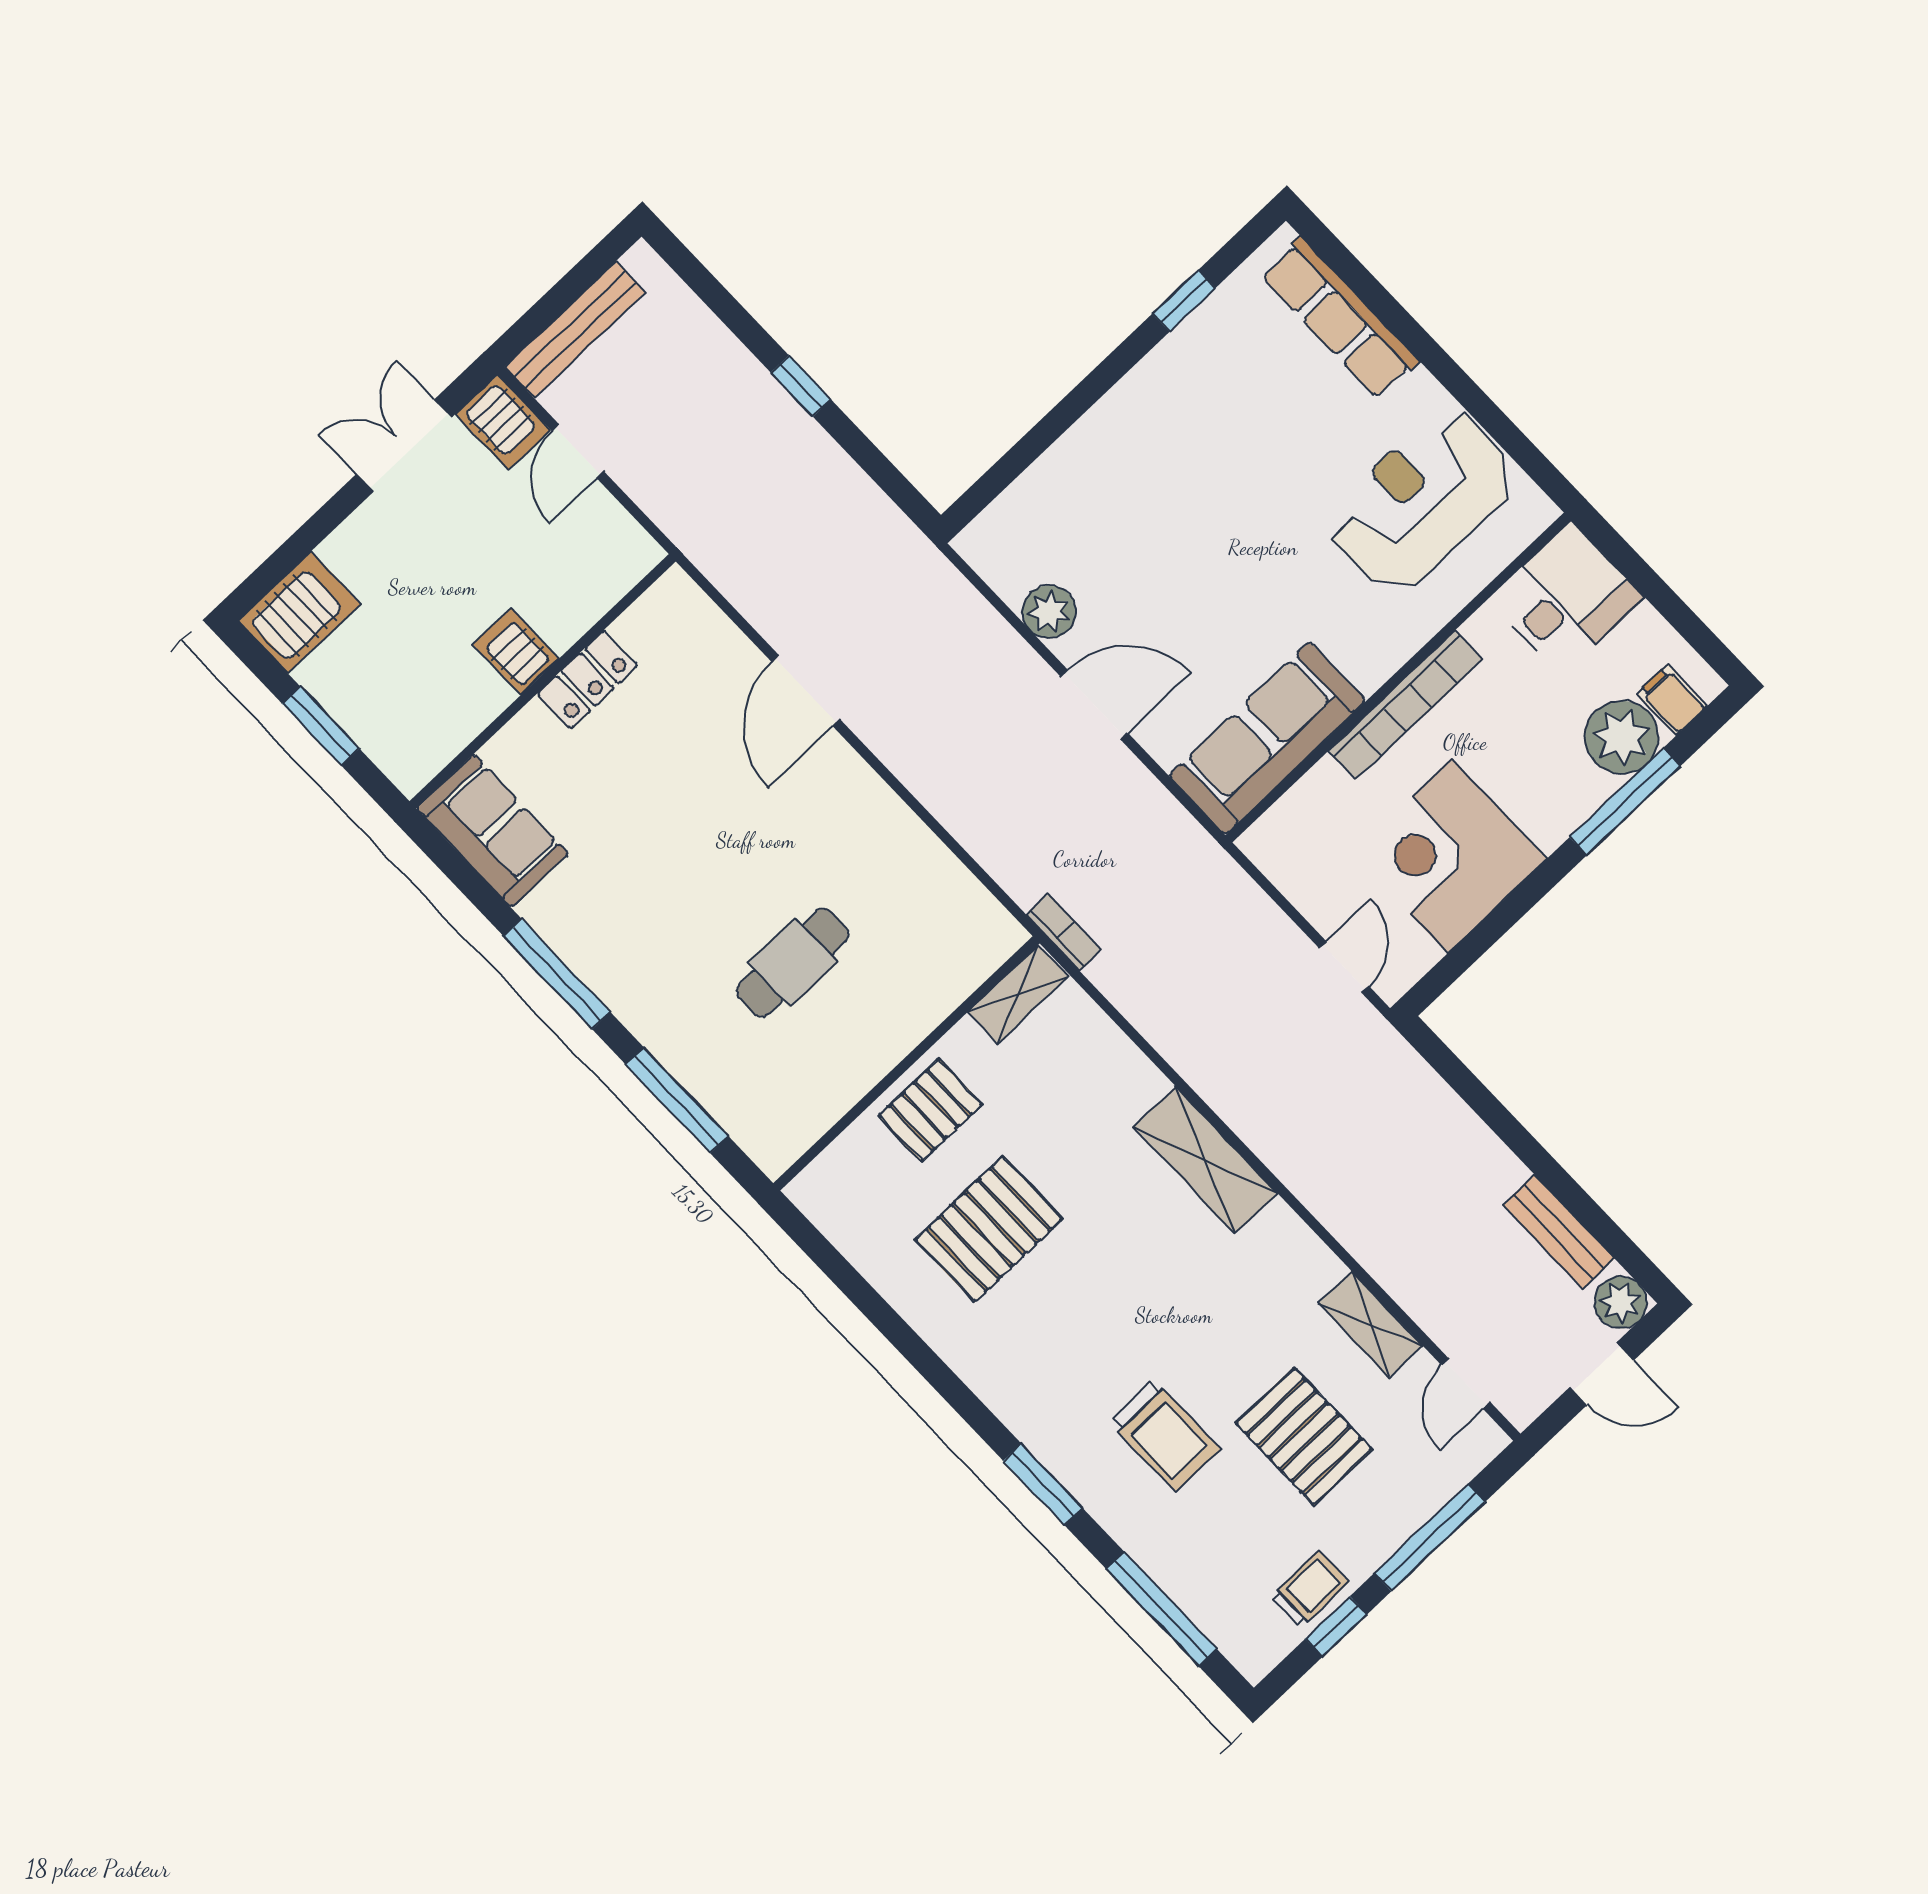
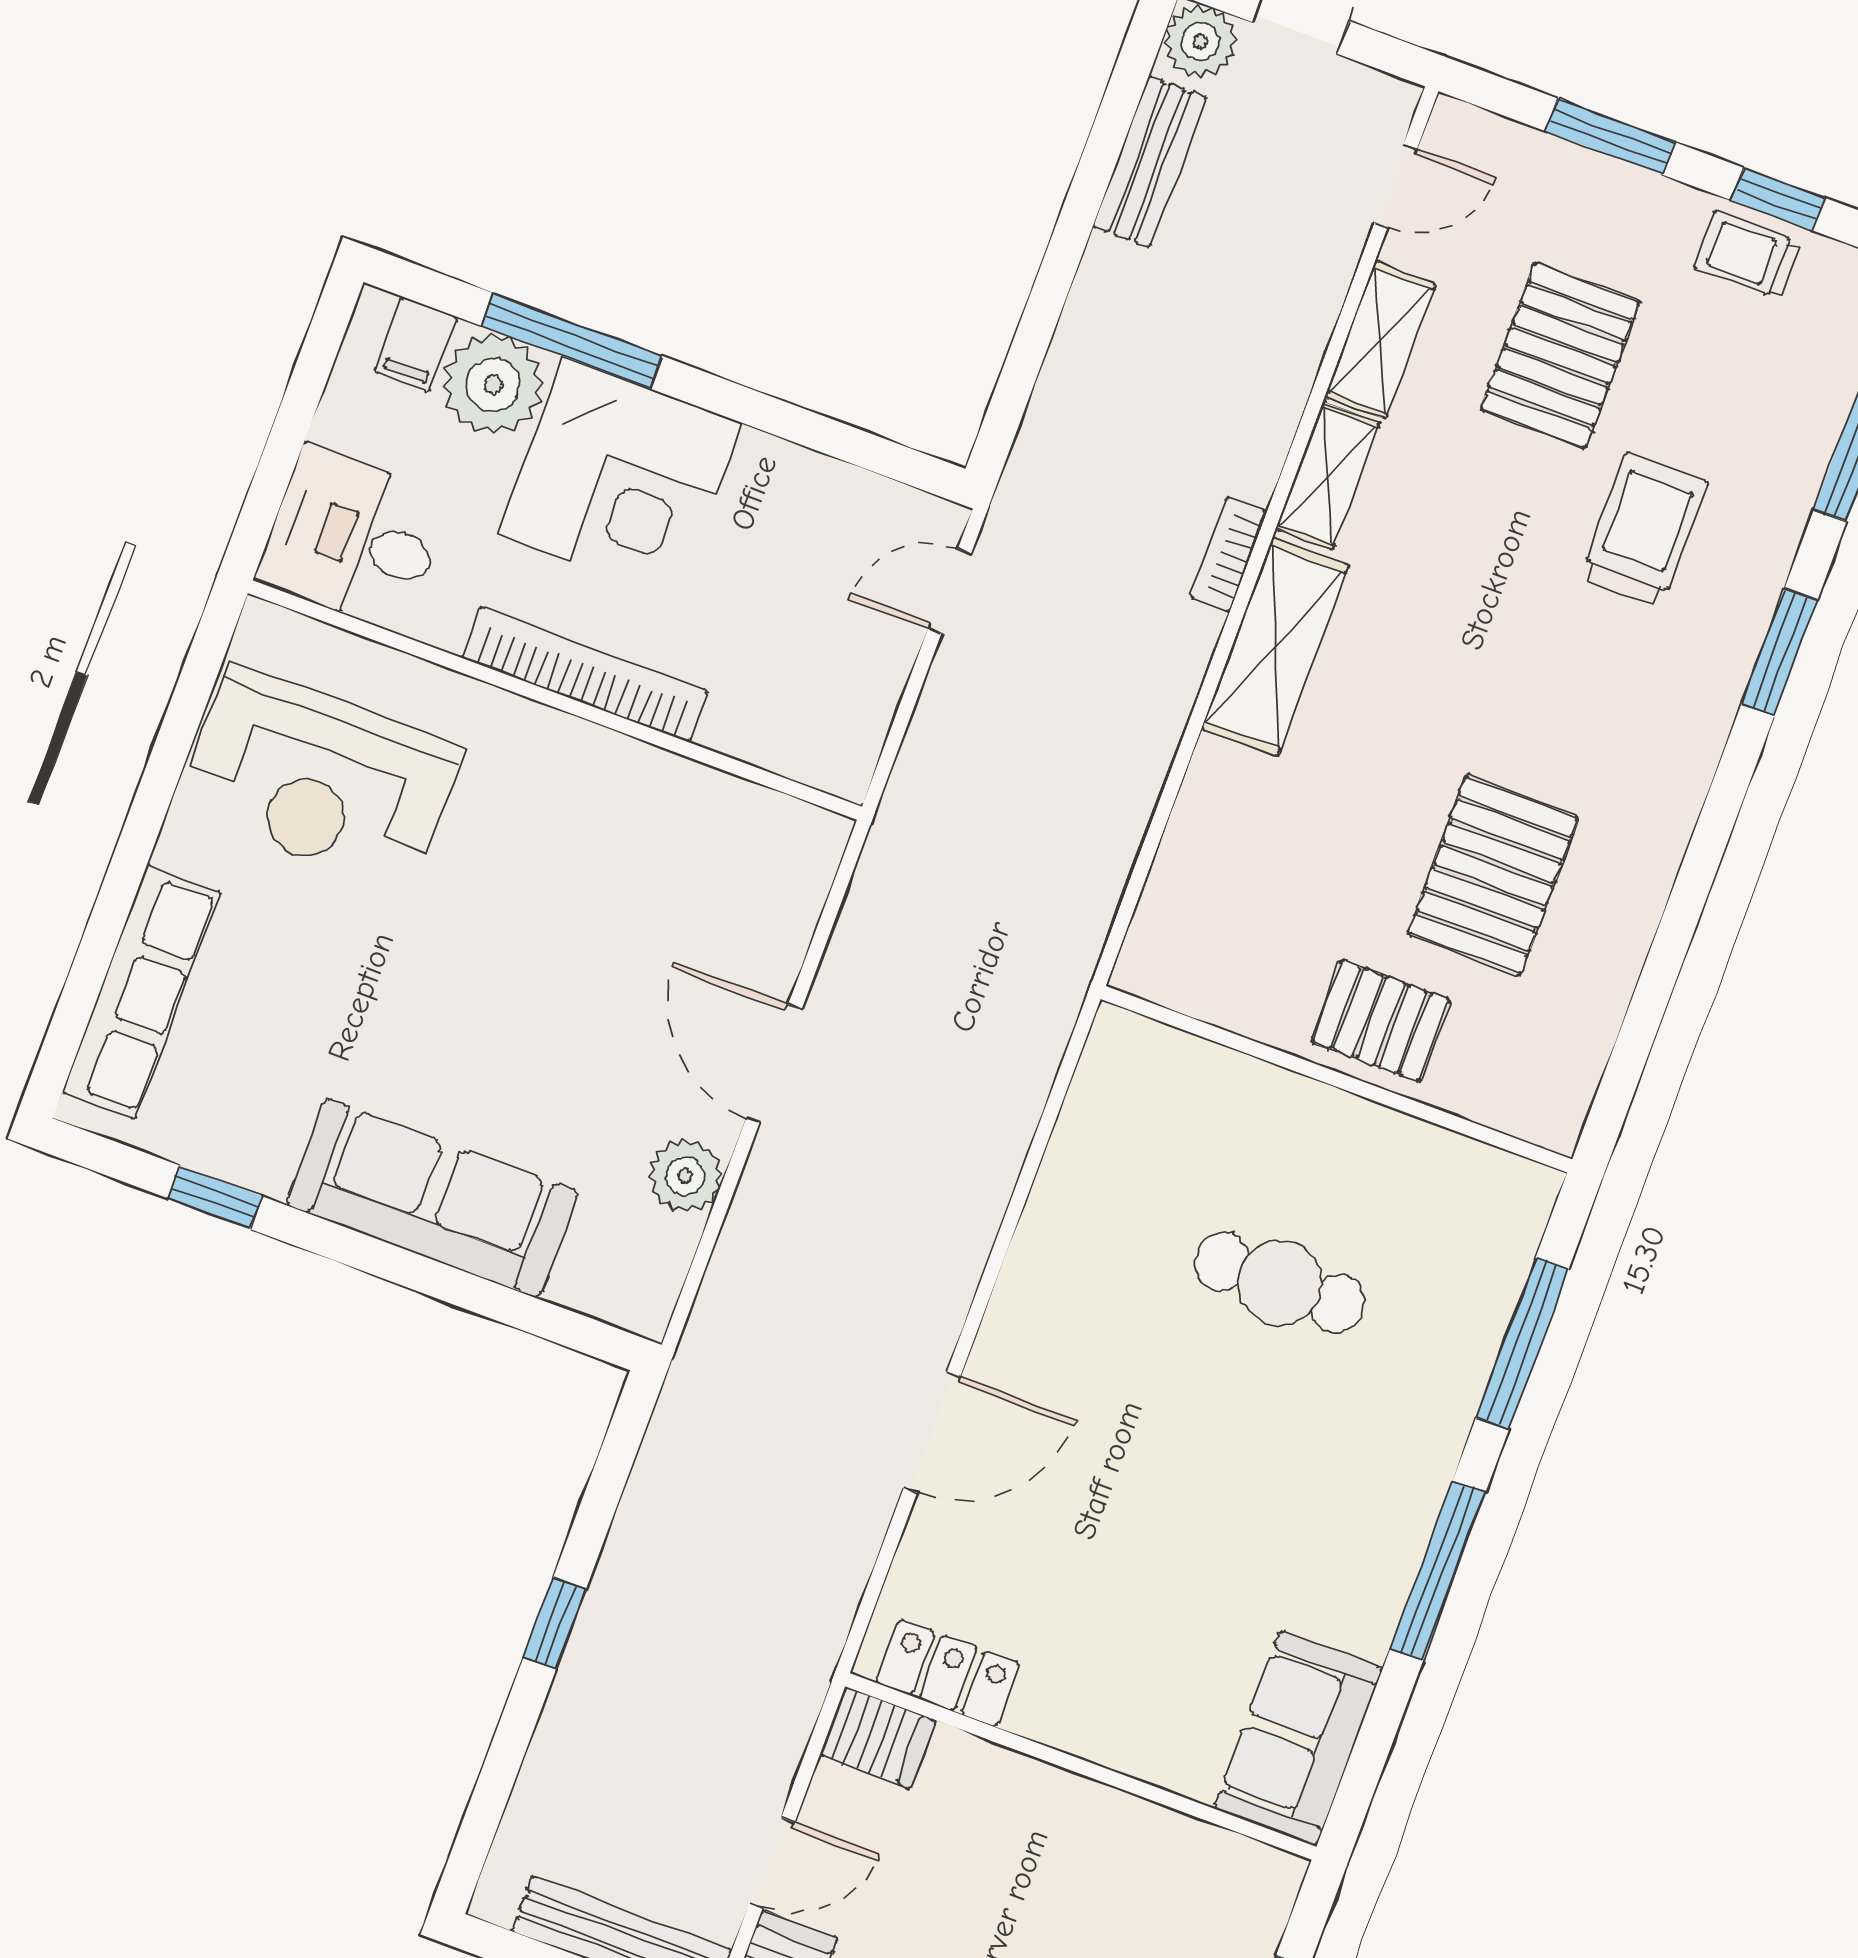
server rack: (516, 652) -> (878, 1737), moved, turned -90
locker: (587, 680) -> (948, 1673), moved
sofa: (1267, 738) -> (432, 1198), moved, turned 180
corner desk: (1450, 856) -> (620, 479), moved
bookcase: (1064, 932) -> (1228, 554), moved
shelving: (1018, 994) -> (1328, 476), moved, turned 90
pallet: (989, 1229) -> (1493, 875), turned 90
window: (1430, 1538) -> (1610, 137), width x0.69

